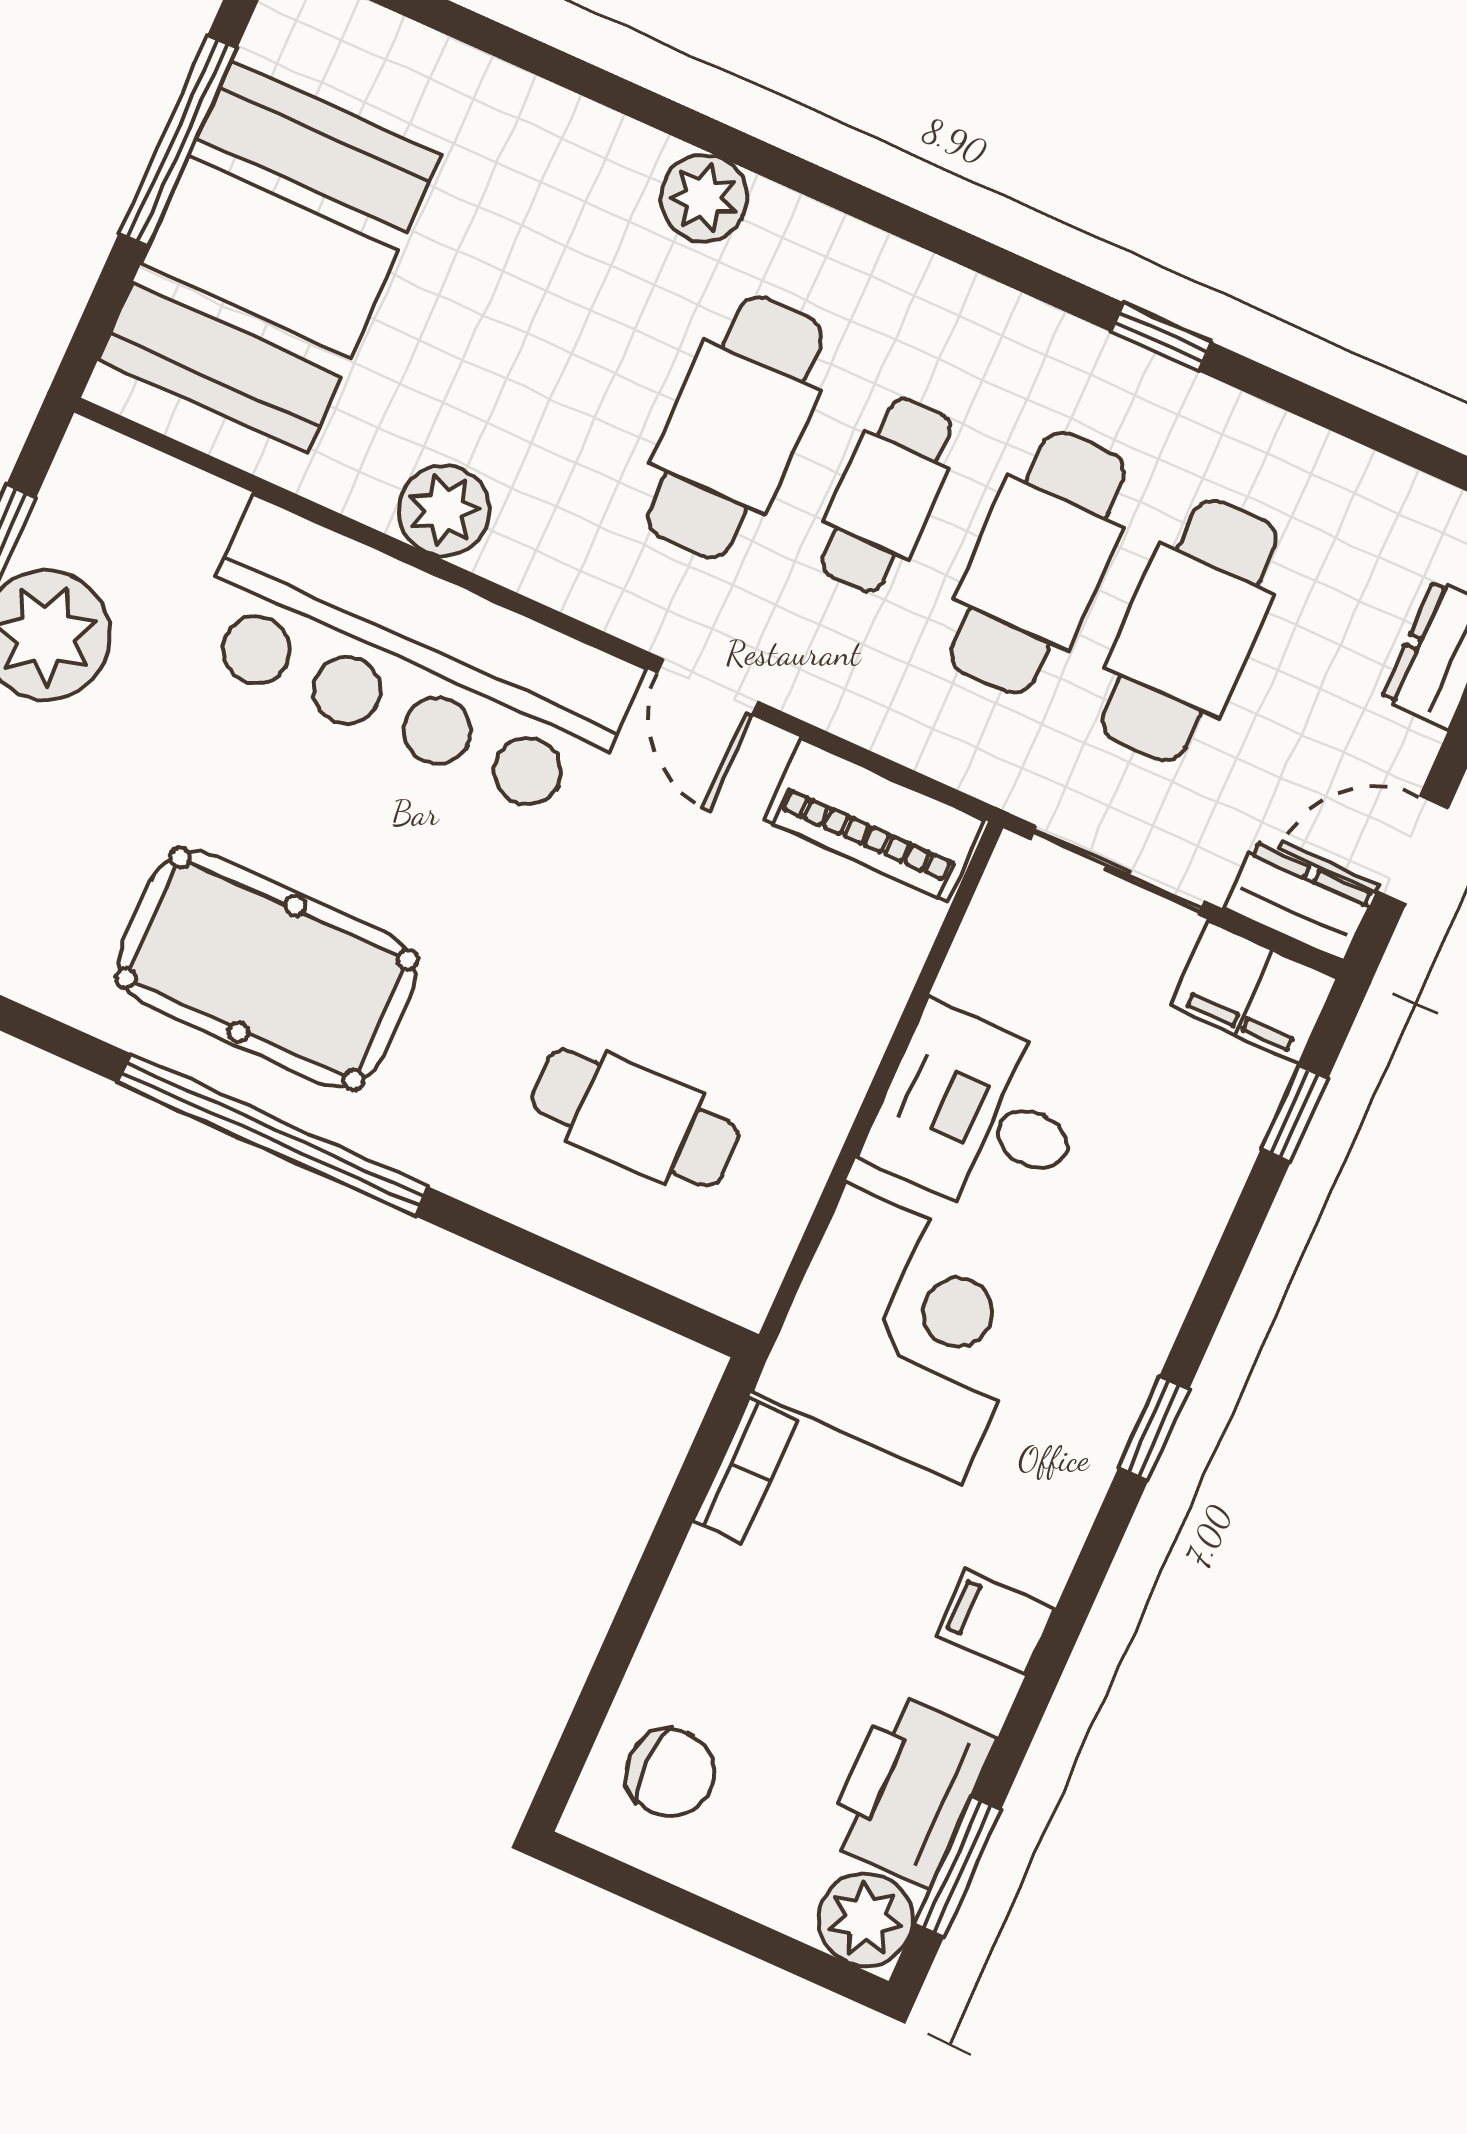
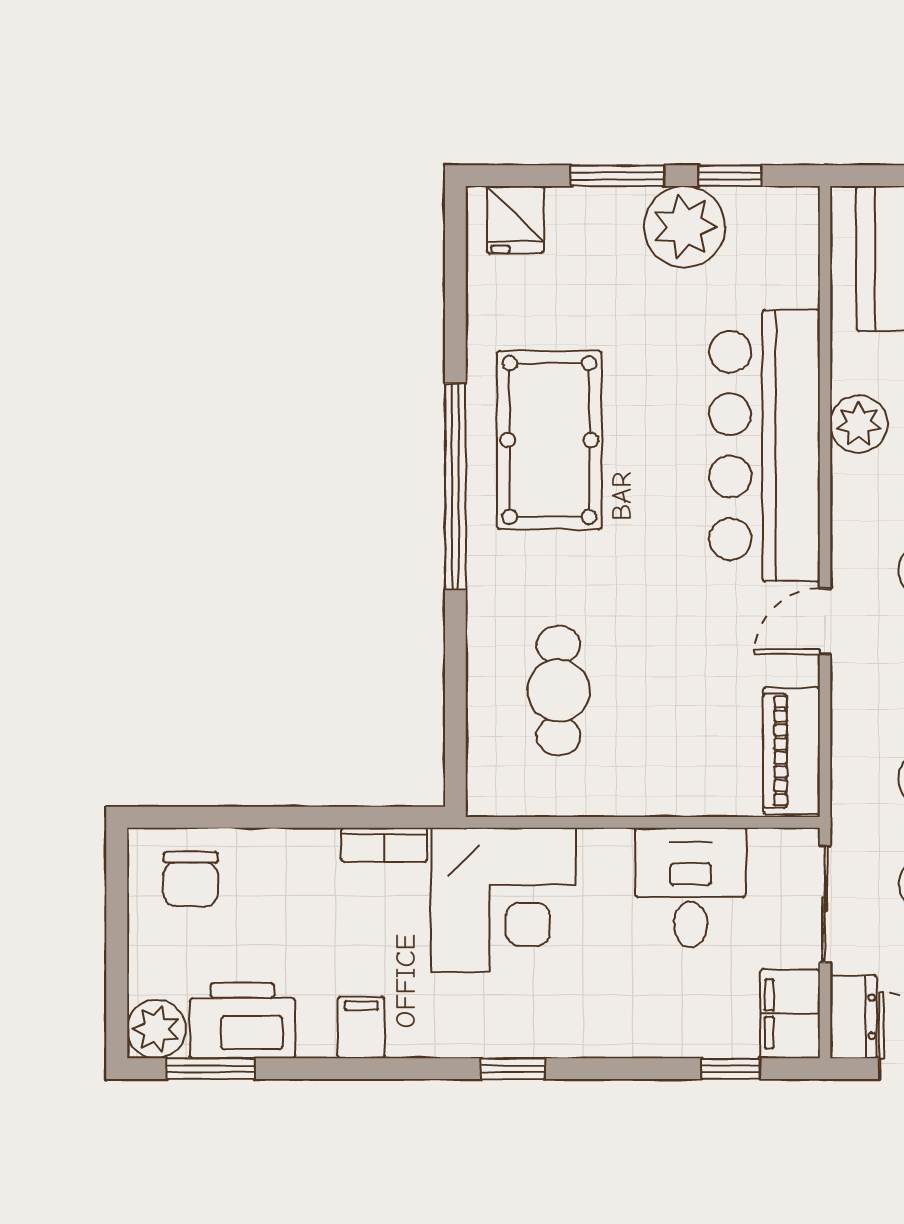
desk: (979, 1115) -> (691, 887), moved

